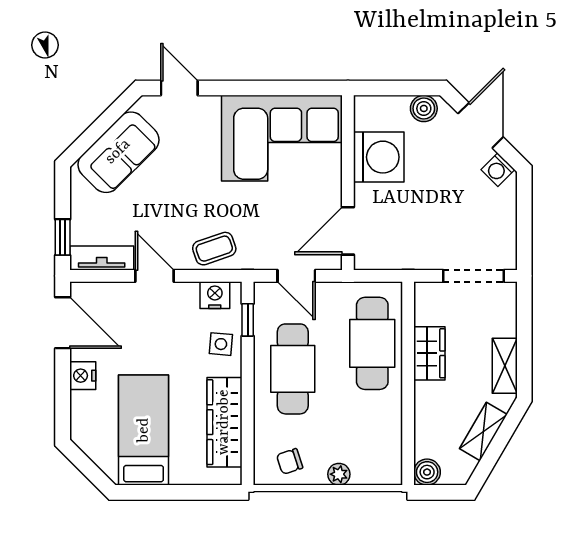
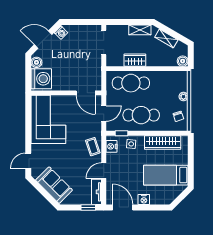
washing machine: (379, 157) -> (41, 79), moved, turned 90
door: (63, 323) -> (123, 208), hinge flipped

